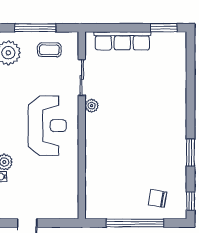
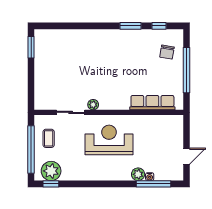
window: (35, 28) -> (31, 150), width x1.46
row of seats: (122, 41) -> (152, 103), moved, turned -90
window: (191, 201) -> (159, 26), moved

